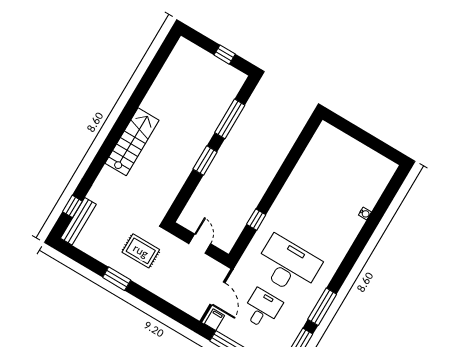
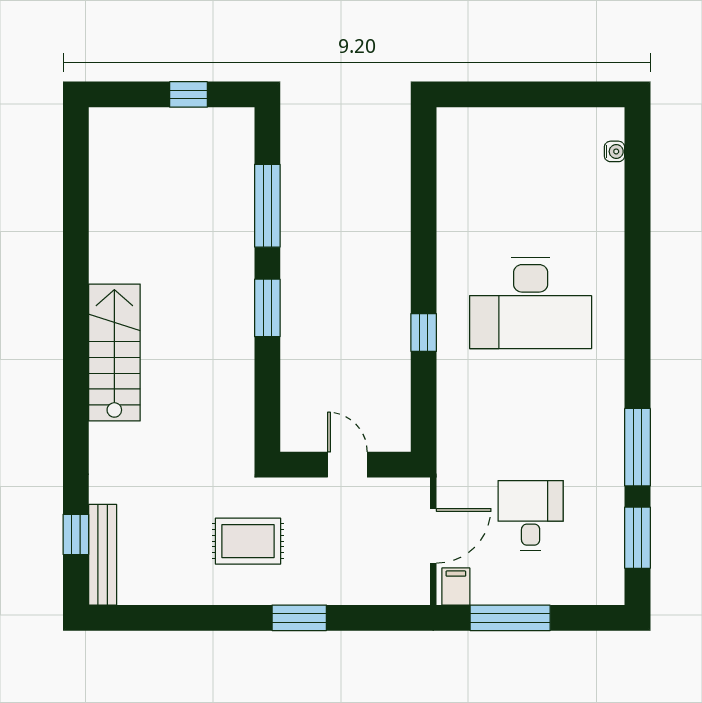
water cooler: (365, 213) -> (615, 151), moved
window: (256, 220) -> (424, 333), moved
desk: (288, 265) -> (531, 303), moved, turned 180
window: (117, 279) -> (299, 618), moved
door: (218, 293) -> (433, 536), hinge flipped

